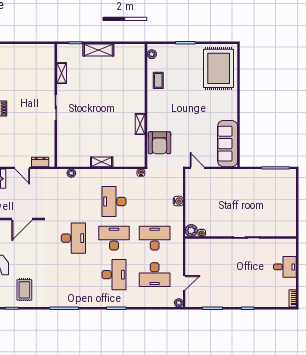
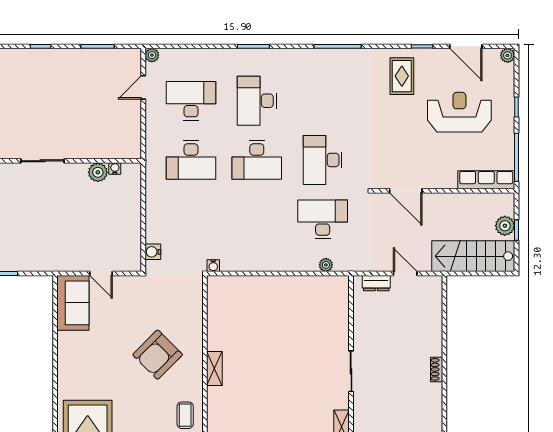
shelving: (140, 124) -> (214, 369), moved
armchair: (159, 143) -> (158, 355), moved, turned -135
sofa: (228, 144) -> (73, 303), width x0.73
shelving: (102, 162) -> (277, 283), removed
door: (197, 168) -> (101, 273), moved
desk: (114, 201) -> (323, 219), moved, turned -90
water cooler: (178, 201) -> (153, 252), moved
door: (22, 219) -> (406, 191), swing flipped
plant: (191, 230) -> (98, 172), moved

